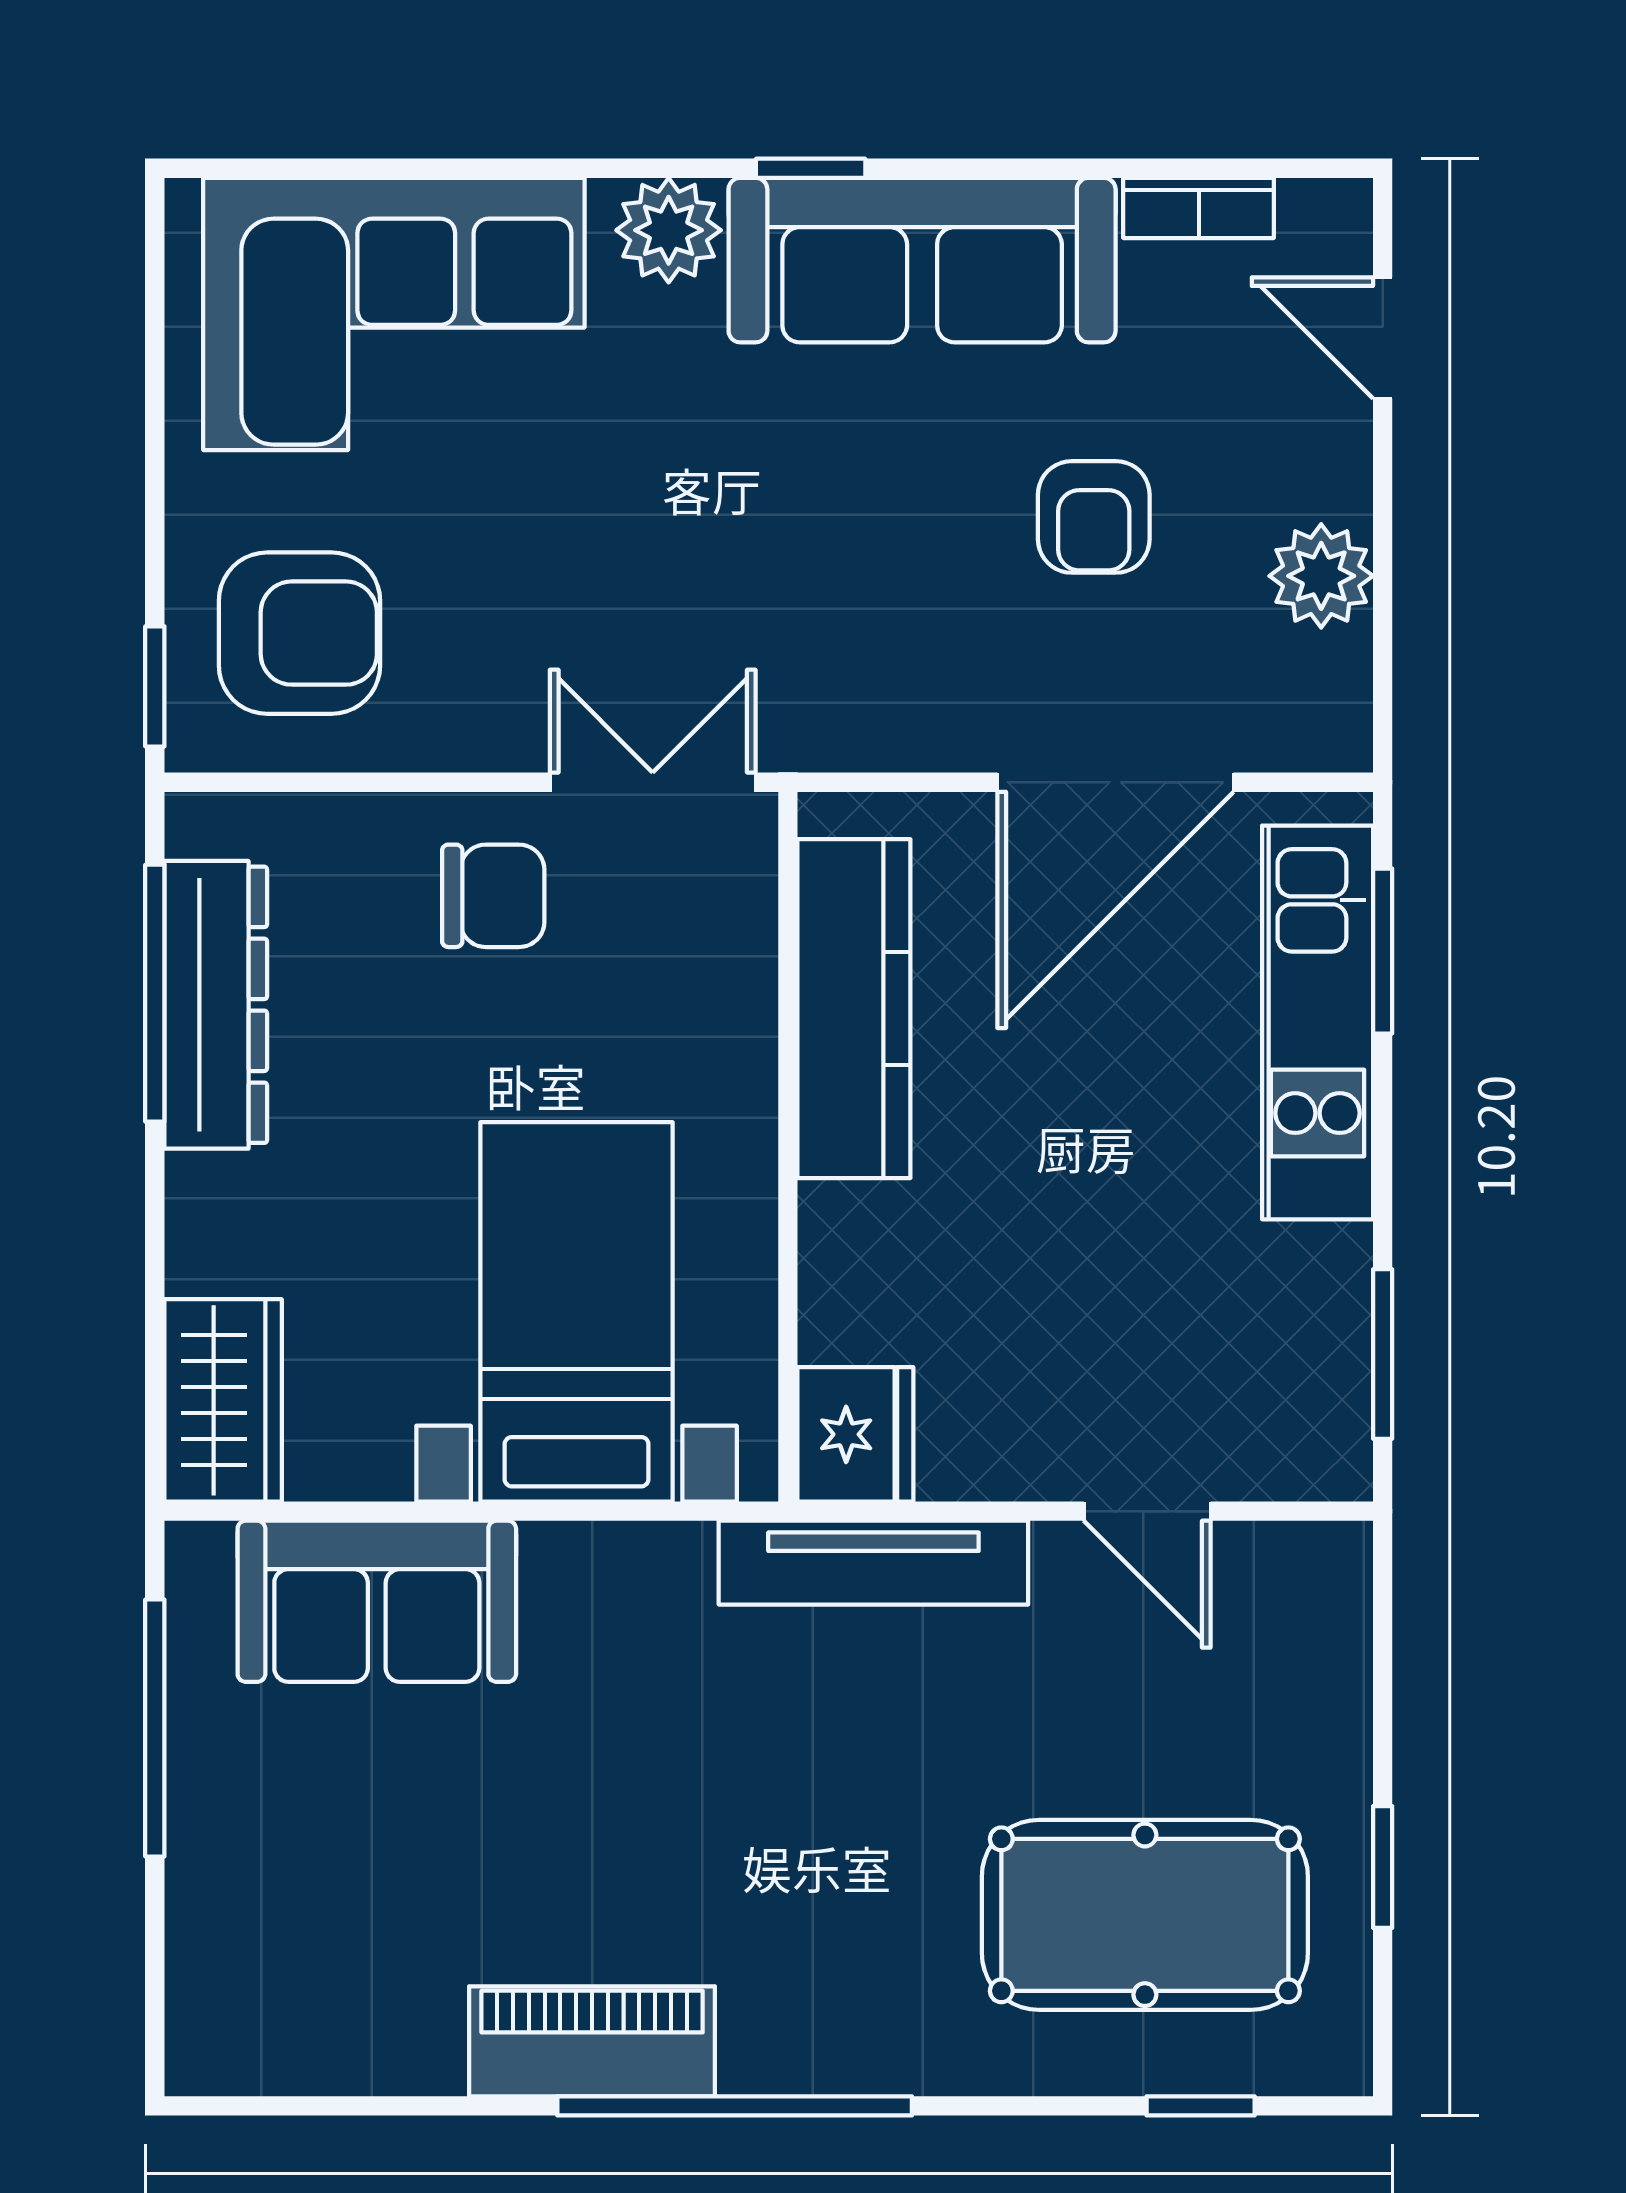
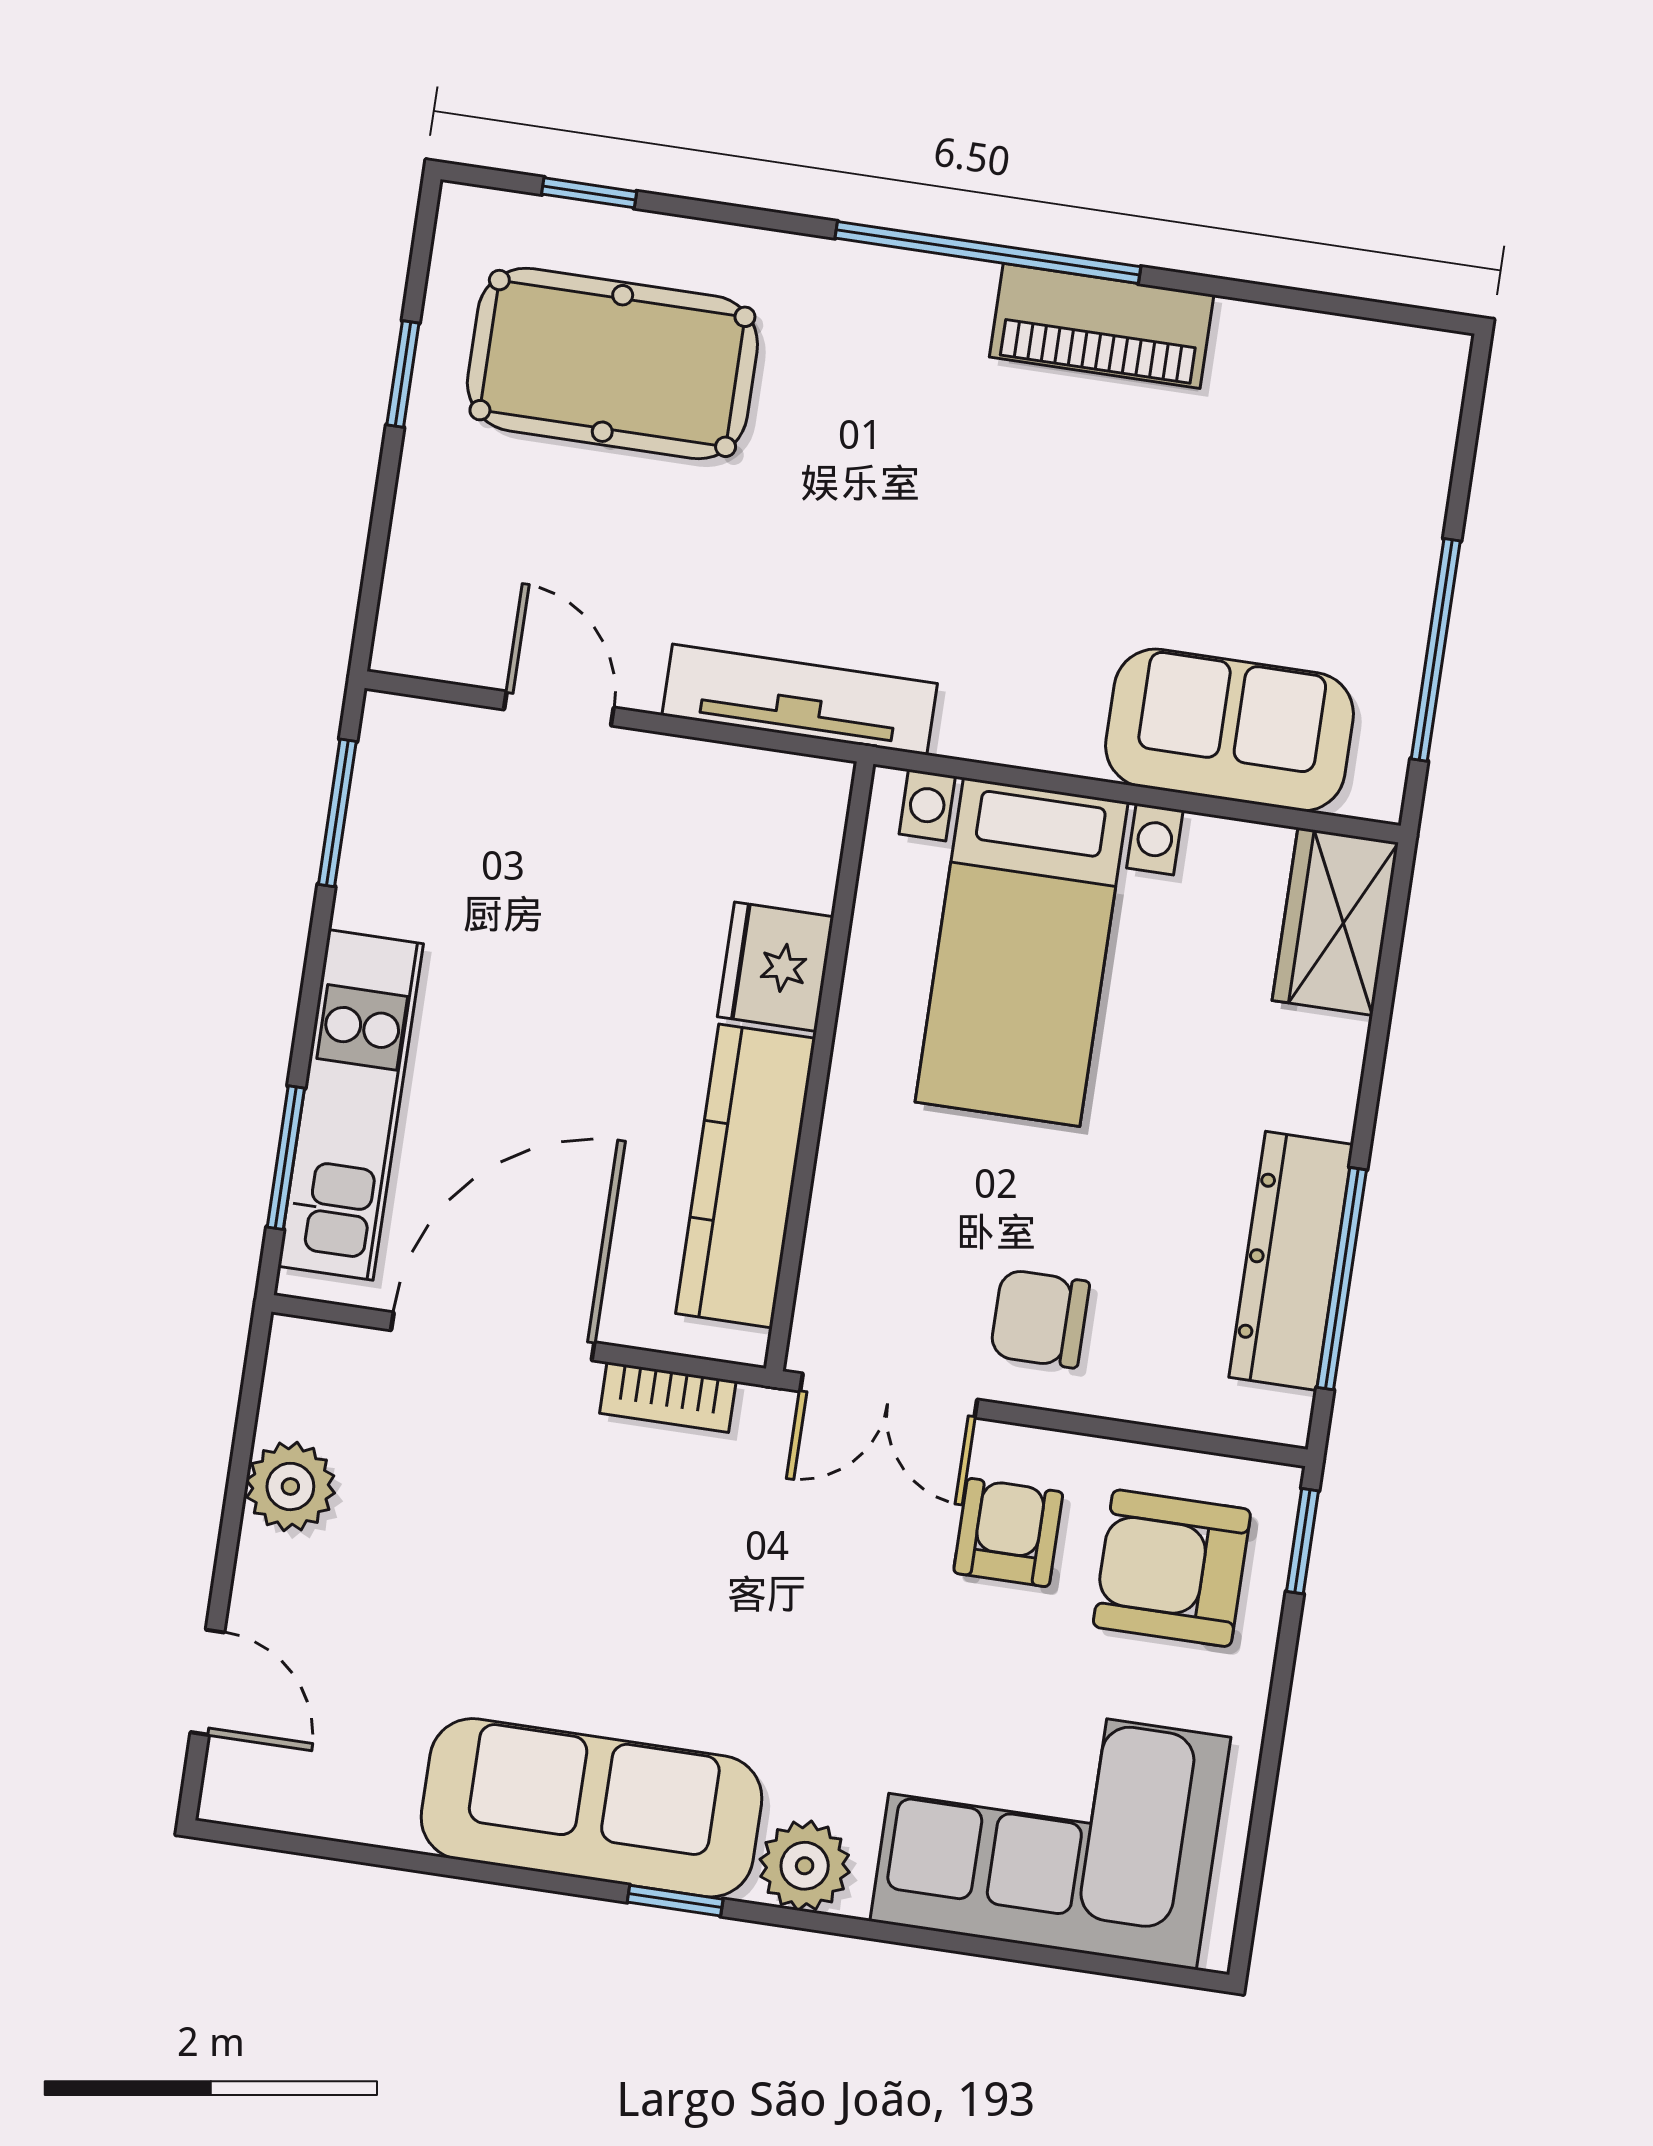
bookcase: (1199, 208) -> (668, 1397), moved, turned 180
armchair: (1094, 517) -> (1008, 1533), moved
fridge: (855, 1434) -> (776, 967), moved

